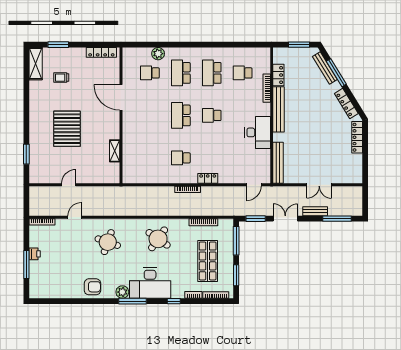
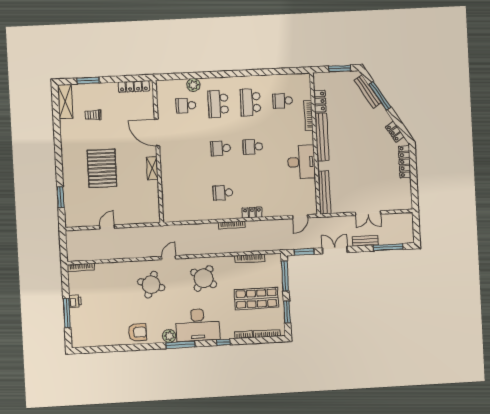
locker: (346, 104) -> (395, 132), width x0.66
school desk: (181, 115) -> (221, 148), width x0.54
shelving: (115, 151) -> (152, 168), moved
door: (75, 217) -> (169, 258), moved
shop shelf: (208, 261) -> (256, 299), turned 90

